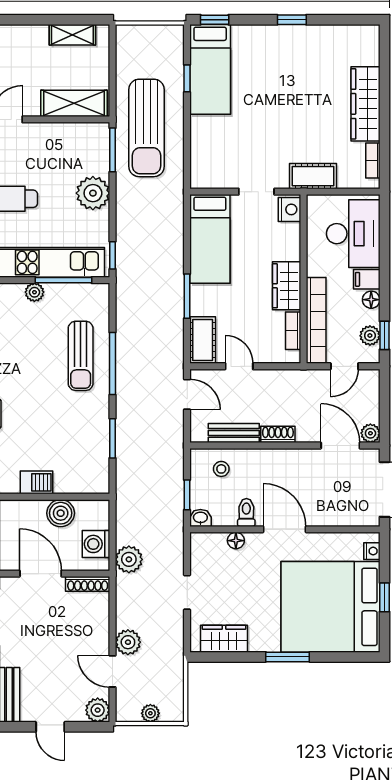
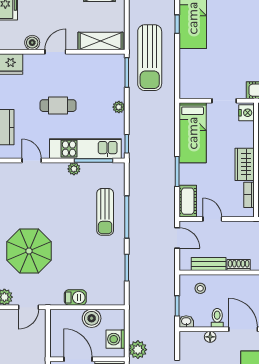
plant: (93, 193) -> (119, 107), width x0.53, depth x0.53

